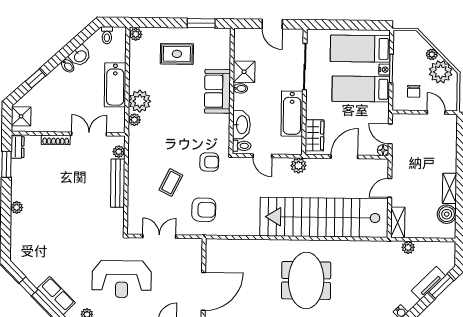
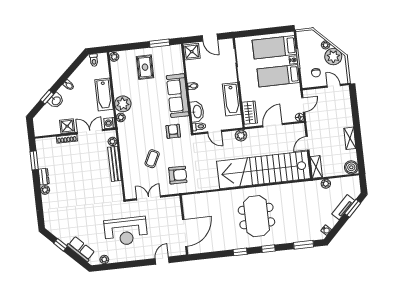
rug: (177, 54) -> (145, 67), turned 90
washbasin: (80, 56) -> (56, 101), moved
shower: (244, 72) -> (192, 52), moved
sofa: (217, 91) -> (178, 96), width x1.36
shower: (21, 116) -> (67, 126), moved
washing machine: (118, 126) -> (110, 123), added
door: (390, 134) -> (303, 105), swing flipped
dresser: (18, 147) -> (44, 177), moved
armchair: (209, 162) -> (173, 131), moved, turned -90
boiler: (447, 214) -> (351, 167), moved

